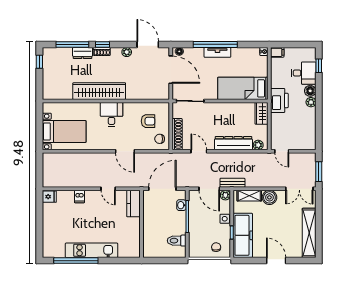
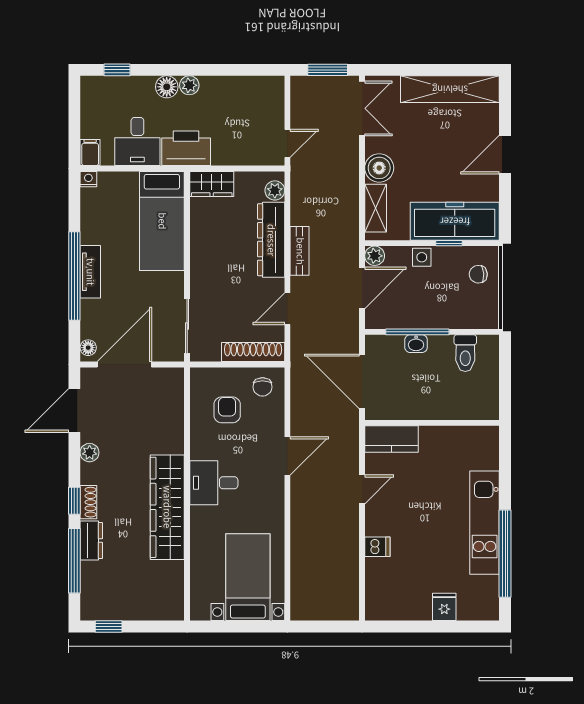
desk: (304, 73) -> (137, 142), moved, turned 180
bench: (232, 183) -> (300, 251), moved
fridge: (49, 197) -> (444, 607), moved
washbasin: (181, 205) -> (416, 344), moved

